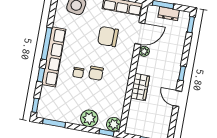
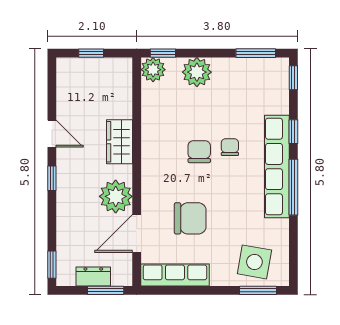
plant: (144, 51) -> (116, 196), width x1.88, depth x1.88

